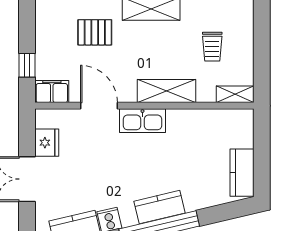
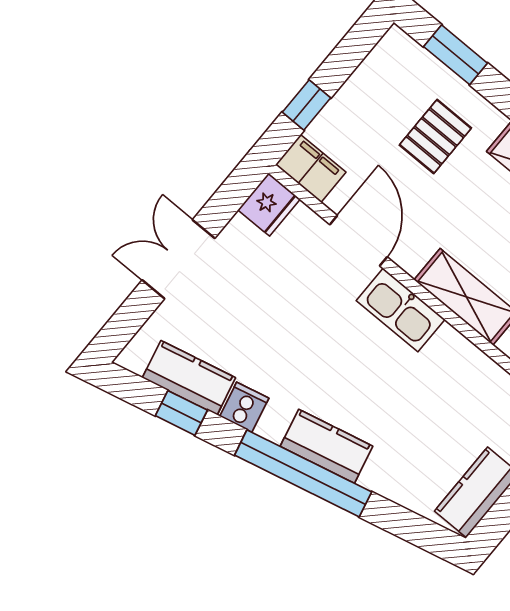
pallet: (95, 32) -> (435, 136), turned 90
fridge: (47, 143) -> (269, 205), moved

